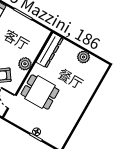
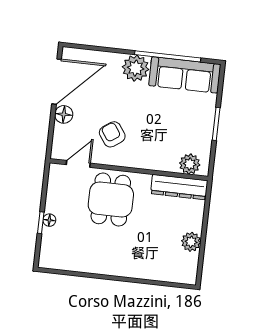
plant: (25, 64) -> (190, 164), moved

